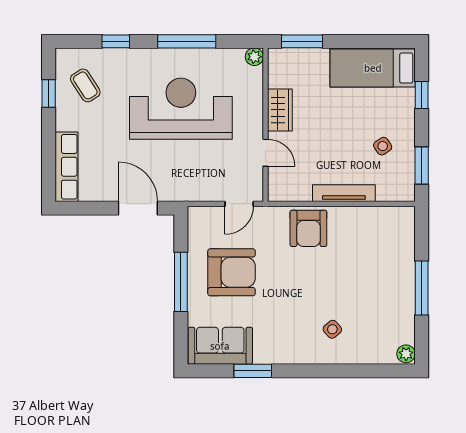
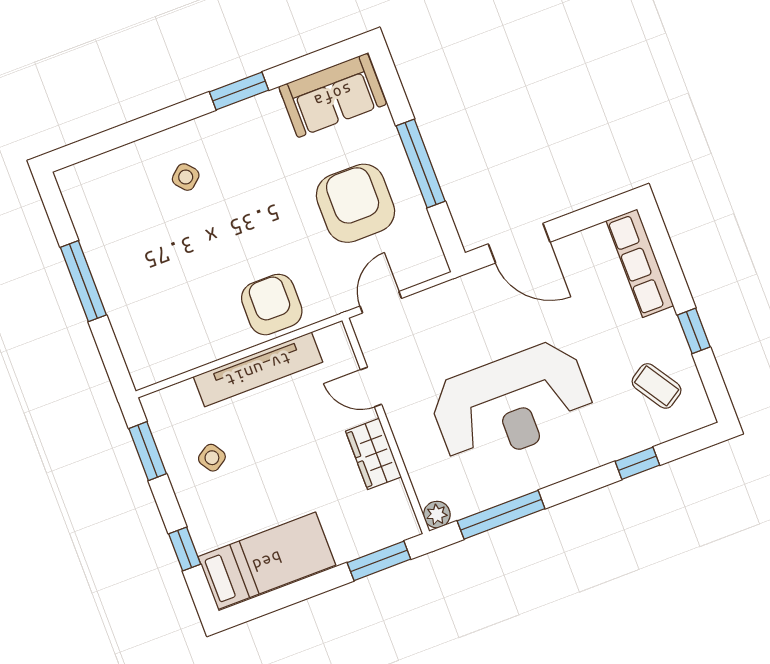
window: (187, 41) -> (501, 515), moved
window: (49, 94) -> (694, 331), moved
tv unit: (344, 193) -> (258, 369), width x1.36, depth x1.29
armchair: (232, 272) -> (355, 203), turned 90
plant: (406, 354) -> (70, 182), removed
window: (253, 371) -> (239, 91), moved

